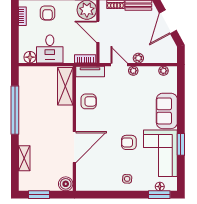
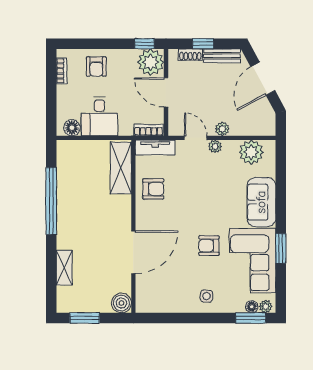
plant: (163, 71) -> (251, 152), width x1.88, depth x1.88
plant: (170, 186) -> (266, 306), added

